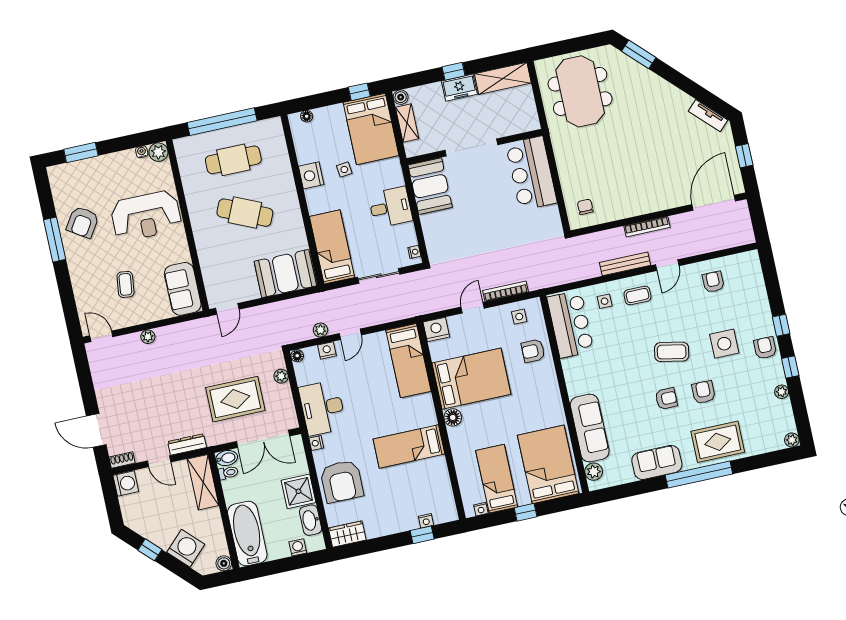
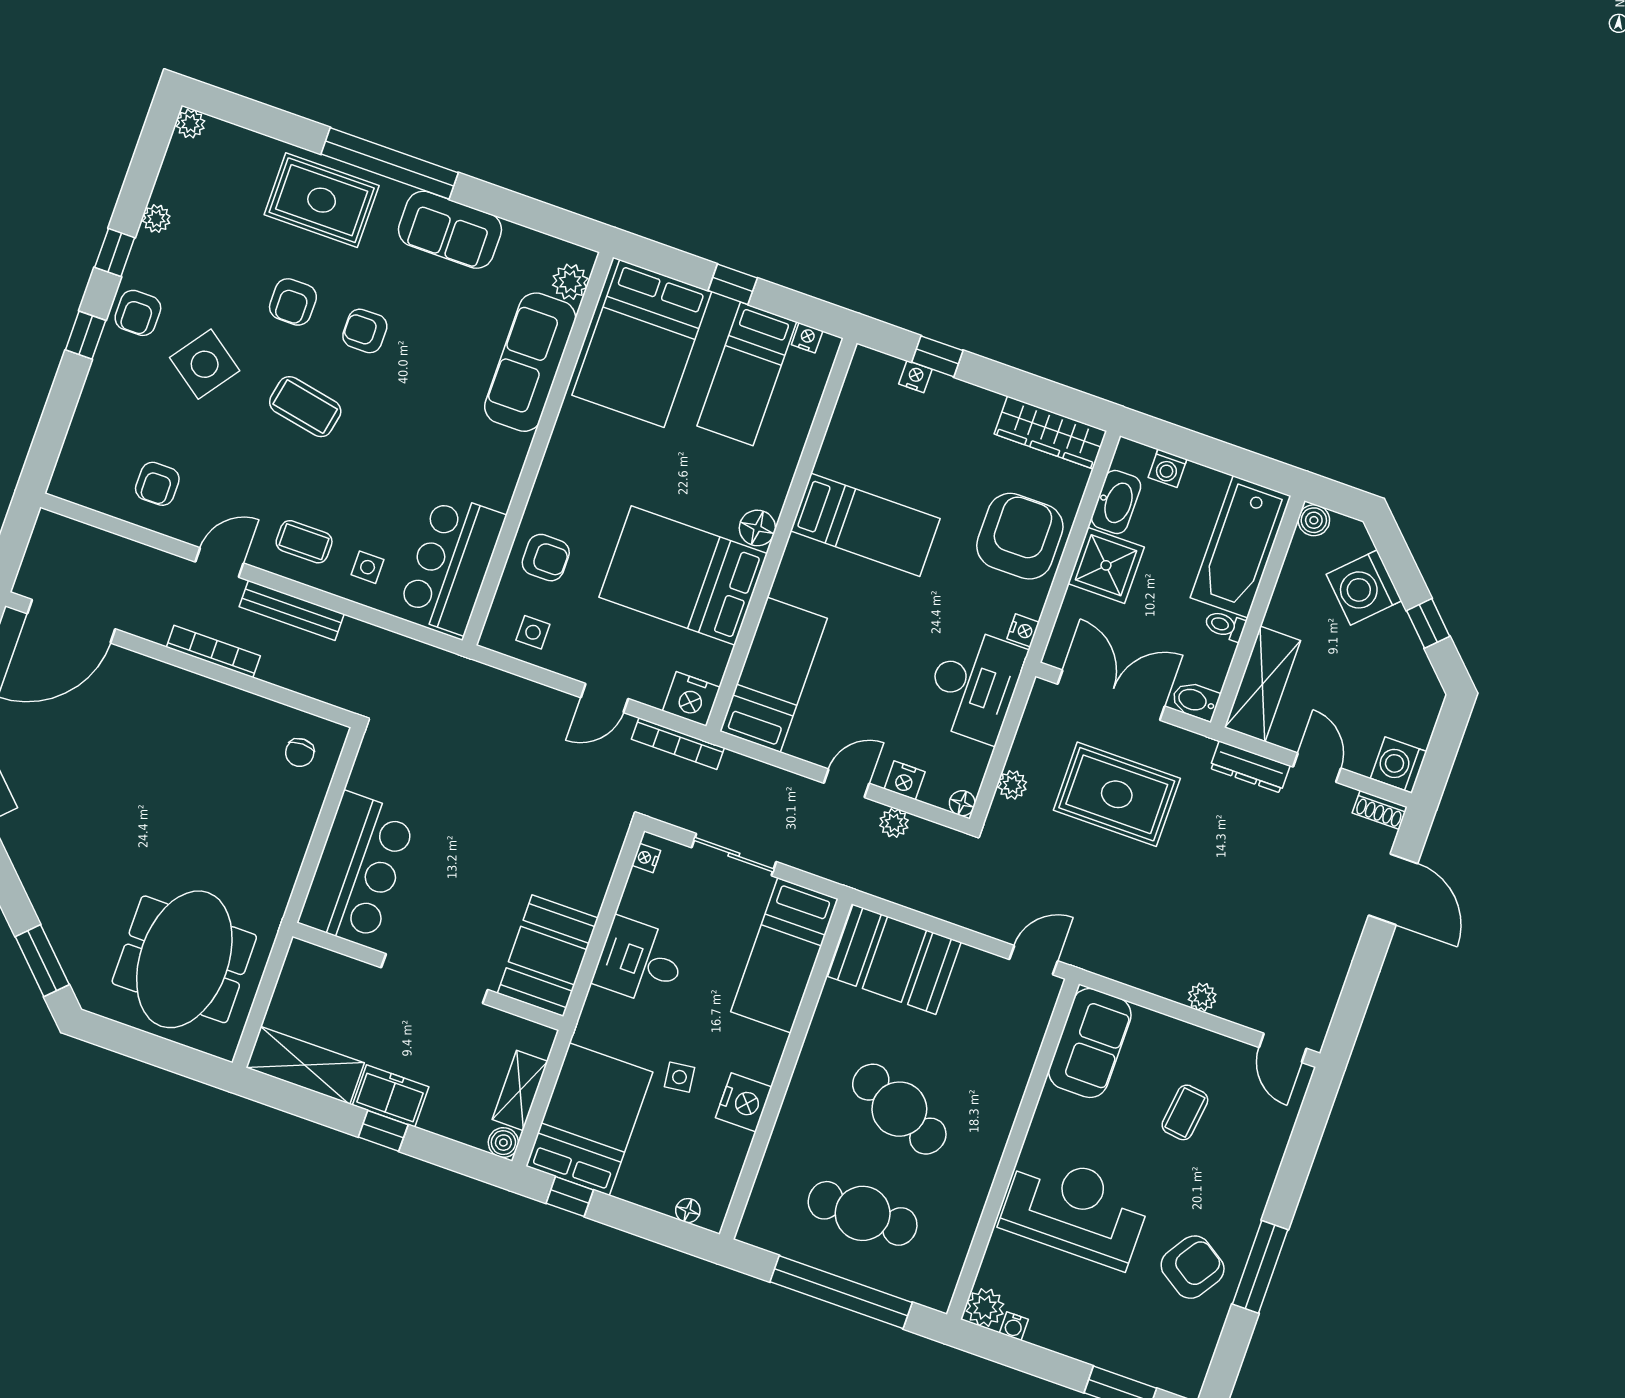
bookcase: (505, 291) -> (678, 744), moved
side table: (724, 344) -> (205, 364), turned 36
toilet: (228, 473) -> (1225, 626), moved
wardrobe: (347, 534) -> (1050, 432), width x1.50

